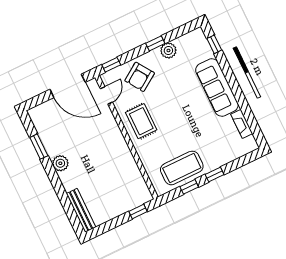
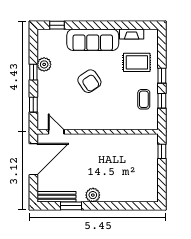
window: (111, 65) -> (33, 105), moved
armchair: (140, 77) -> (89, 81), moved
rug: (141, 121) -> (137, 62), moved
coffee table: (182, 168) -> (144, 99), width x0.54, depth x0.58
bench: (81, 210) -> (56, 197), moved

